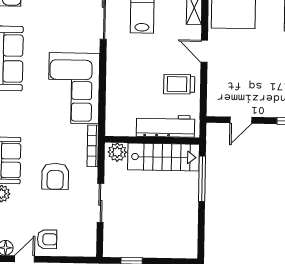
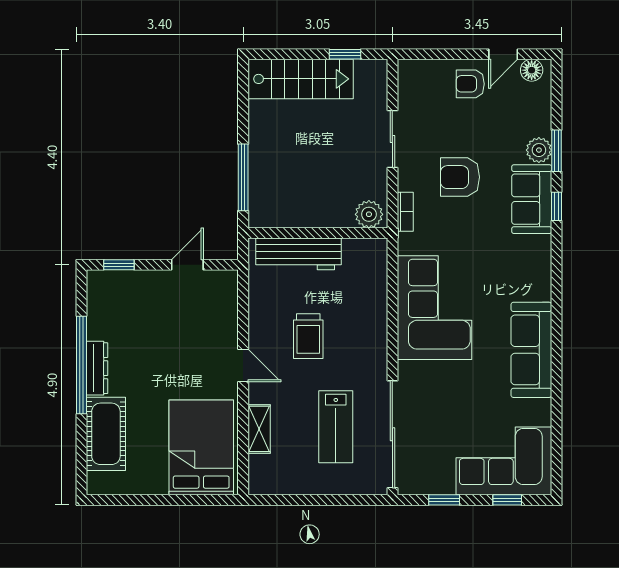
trolley: (179, 84) -> (308, 336), moved, turned 90
bookcase: (93, 146) -> (405, 212), width x0.64
stairs: (163, 157) -> (301, 79), moved, turned 180
armchair: (55, 176) -> (460, 177), turned -90

